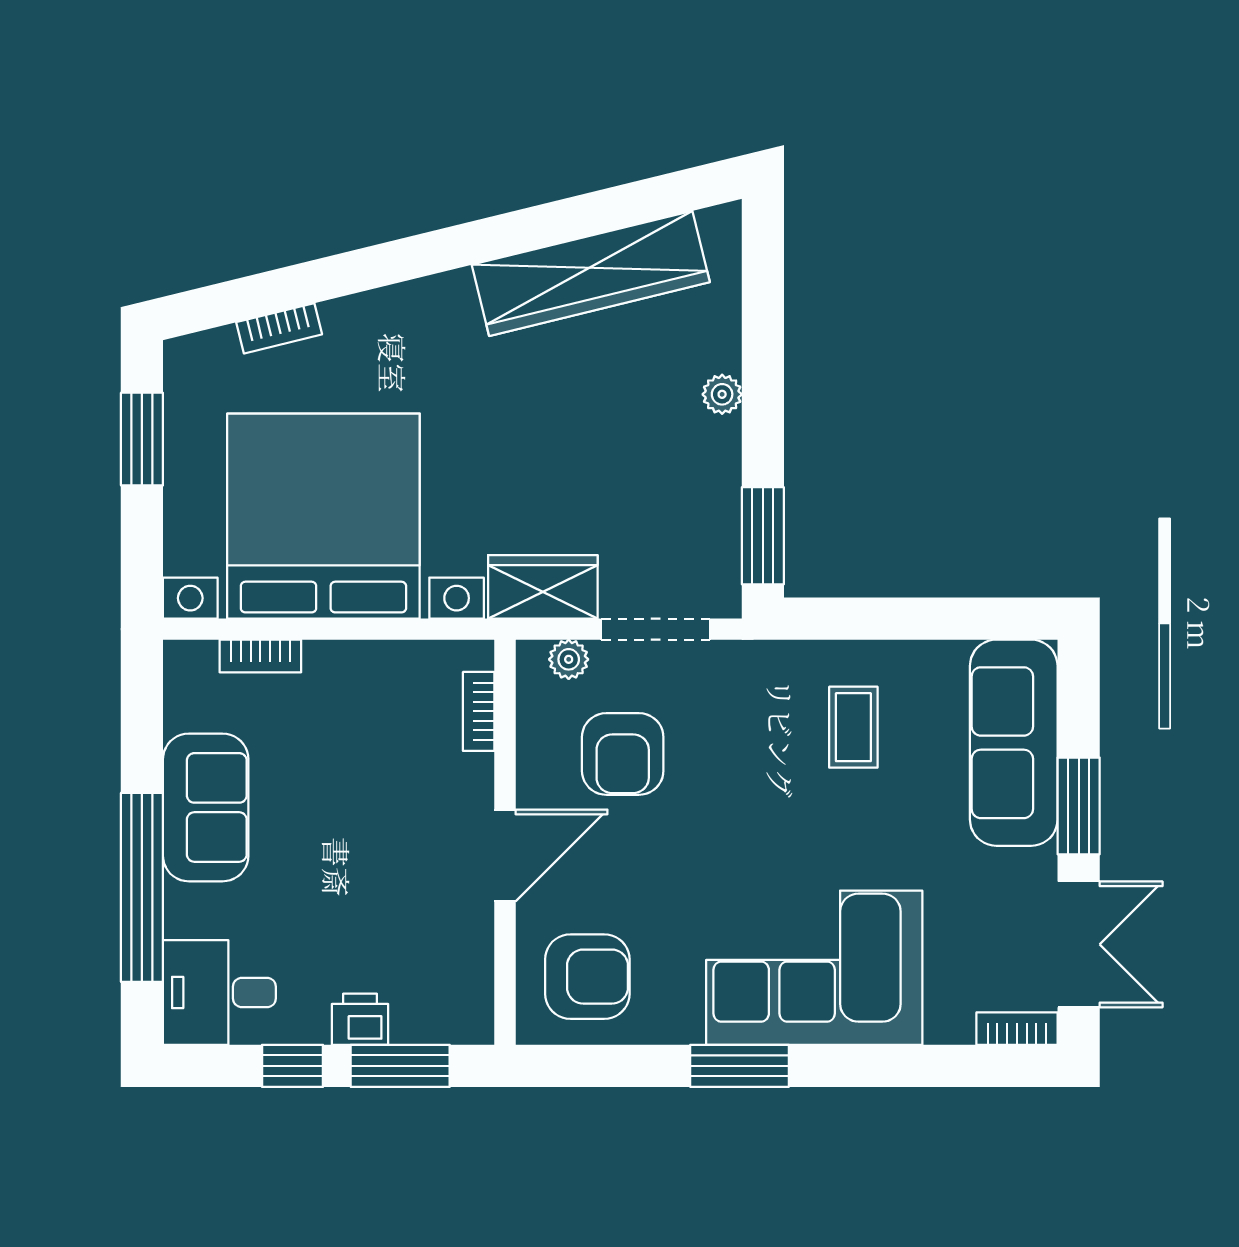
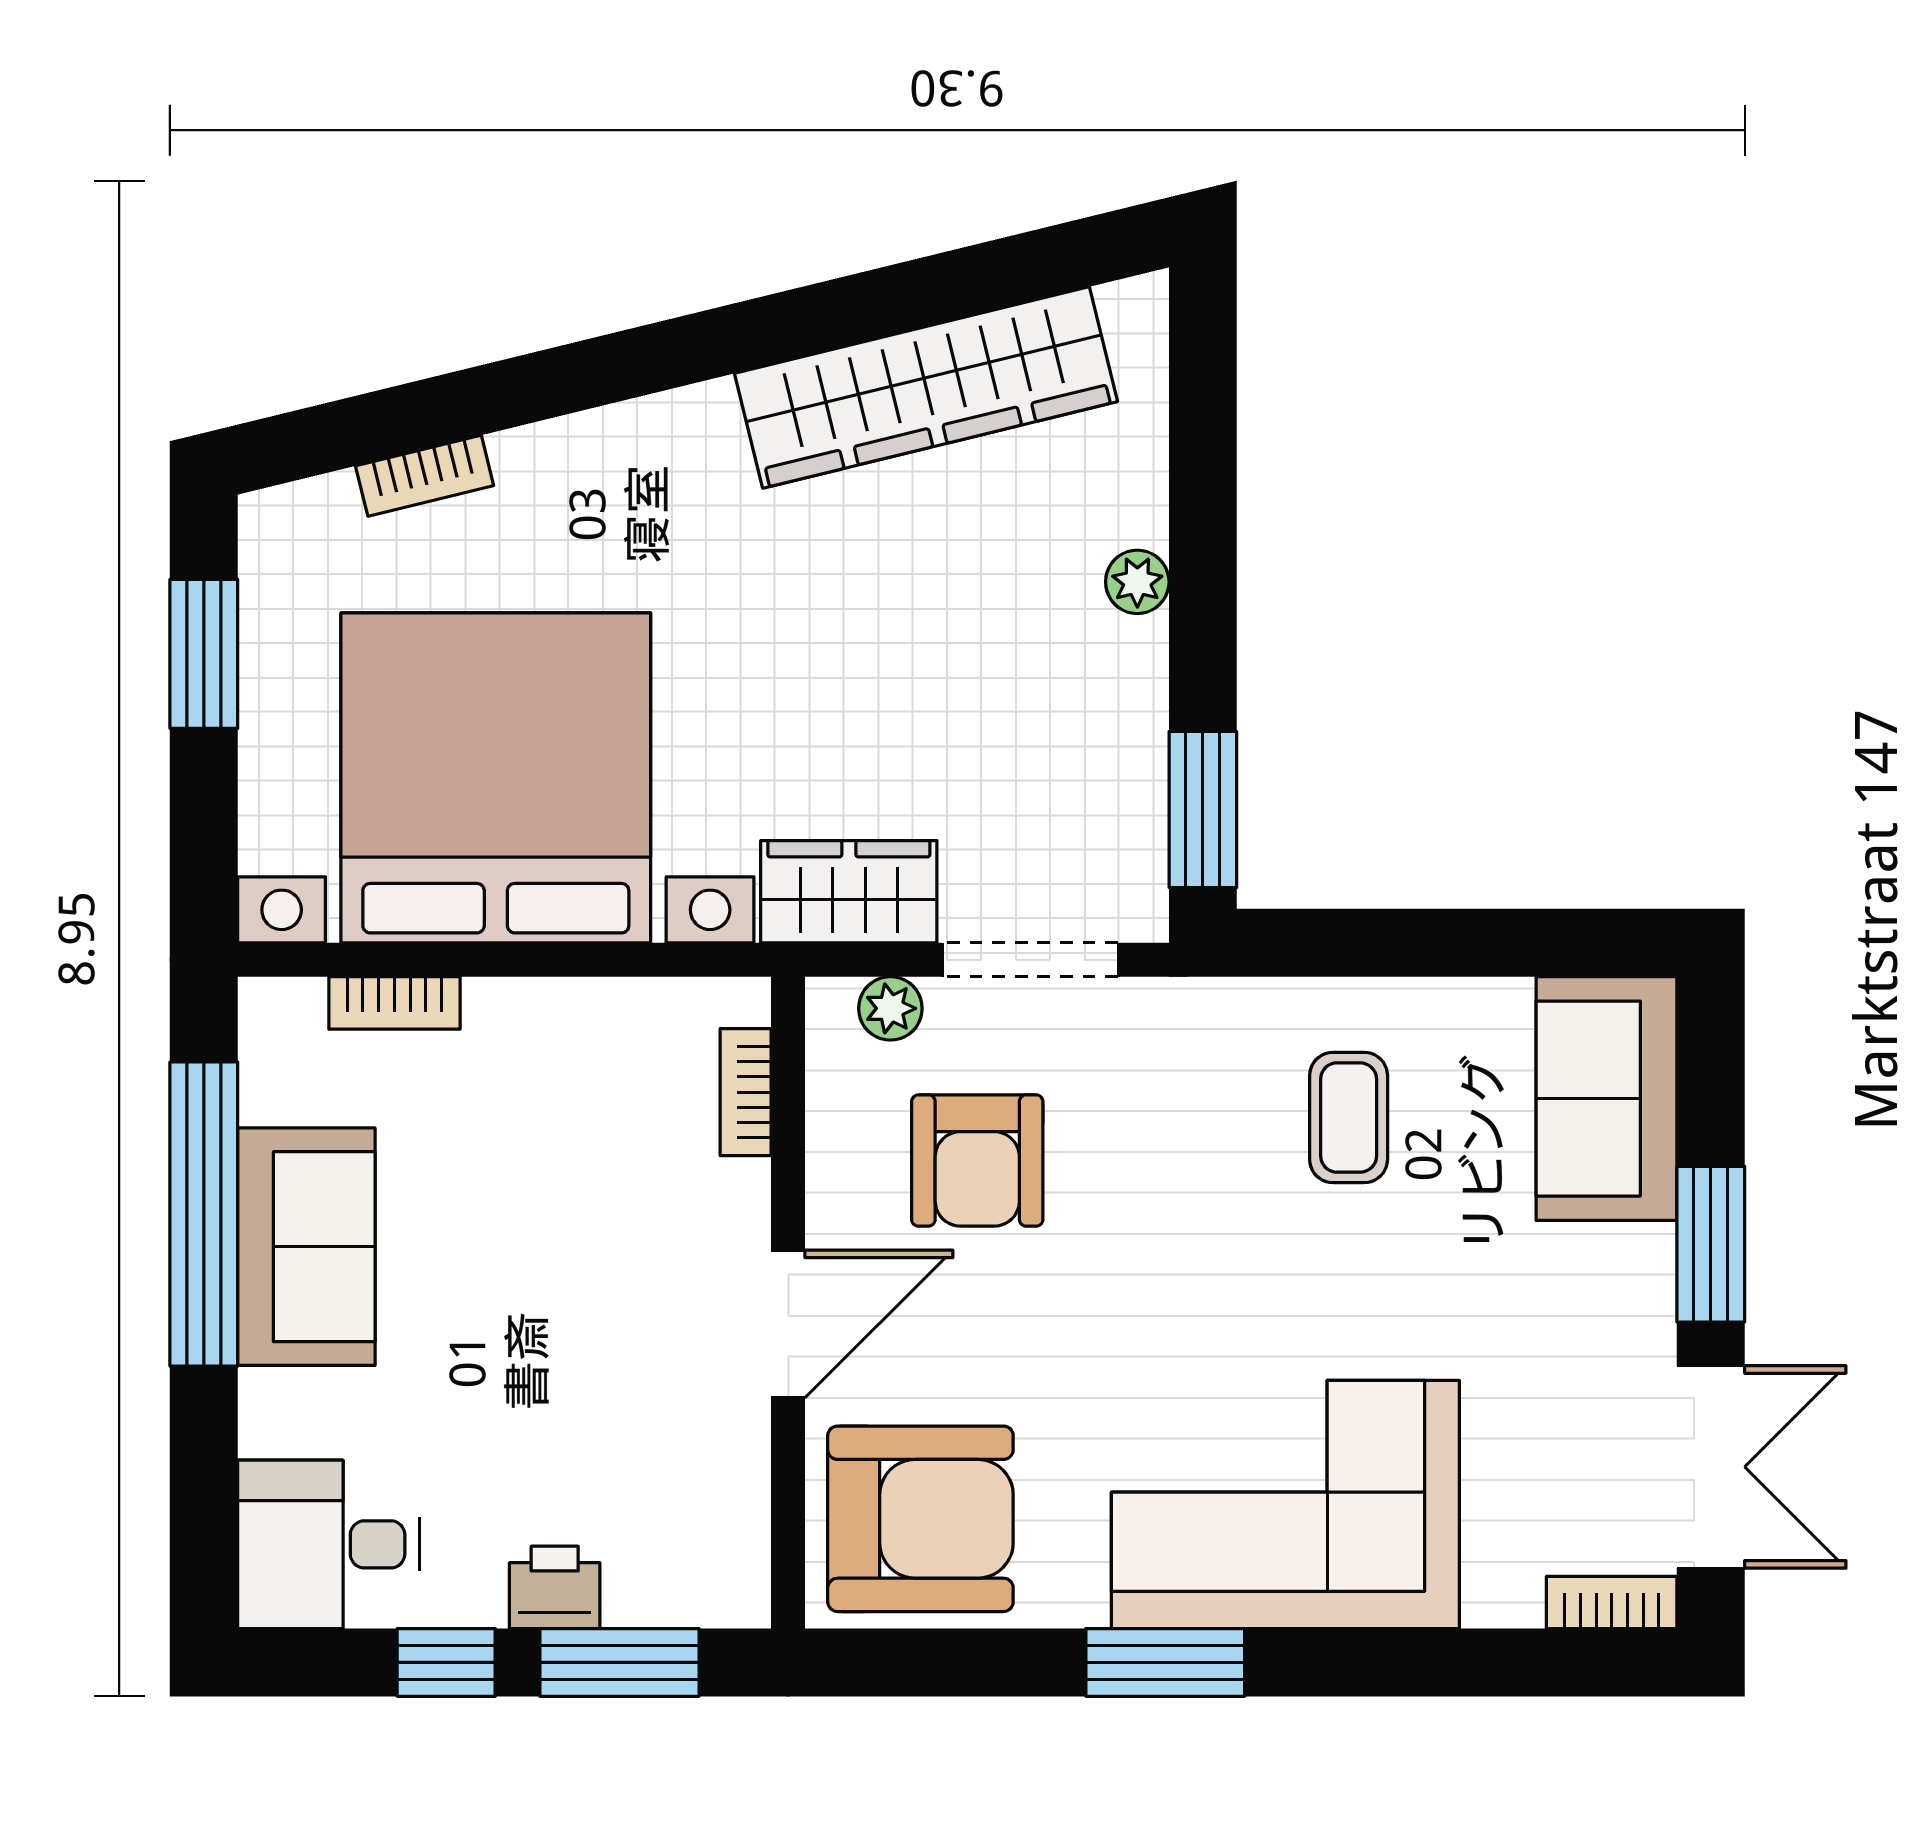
sofa: (1014, 743) -> (1607, 1099), width x0.73
window: (142, 887) -> (204, 1214), moved
armchair: (587, 977) -> (920, 1519), width x1.36, depth x1.36

